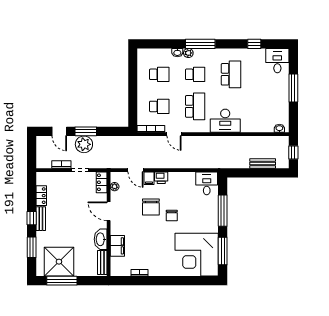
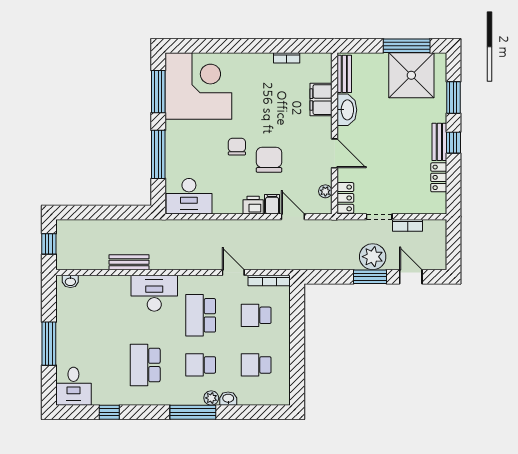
bench: (263, 164) -> (129, 262), moved
desk: (207, 183) -> (189, 196), width x1.37

